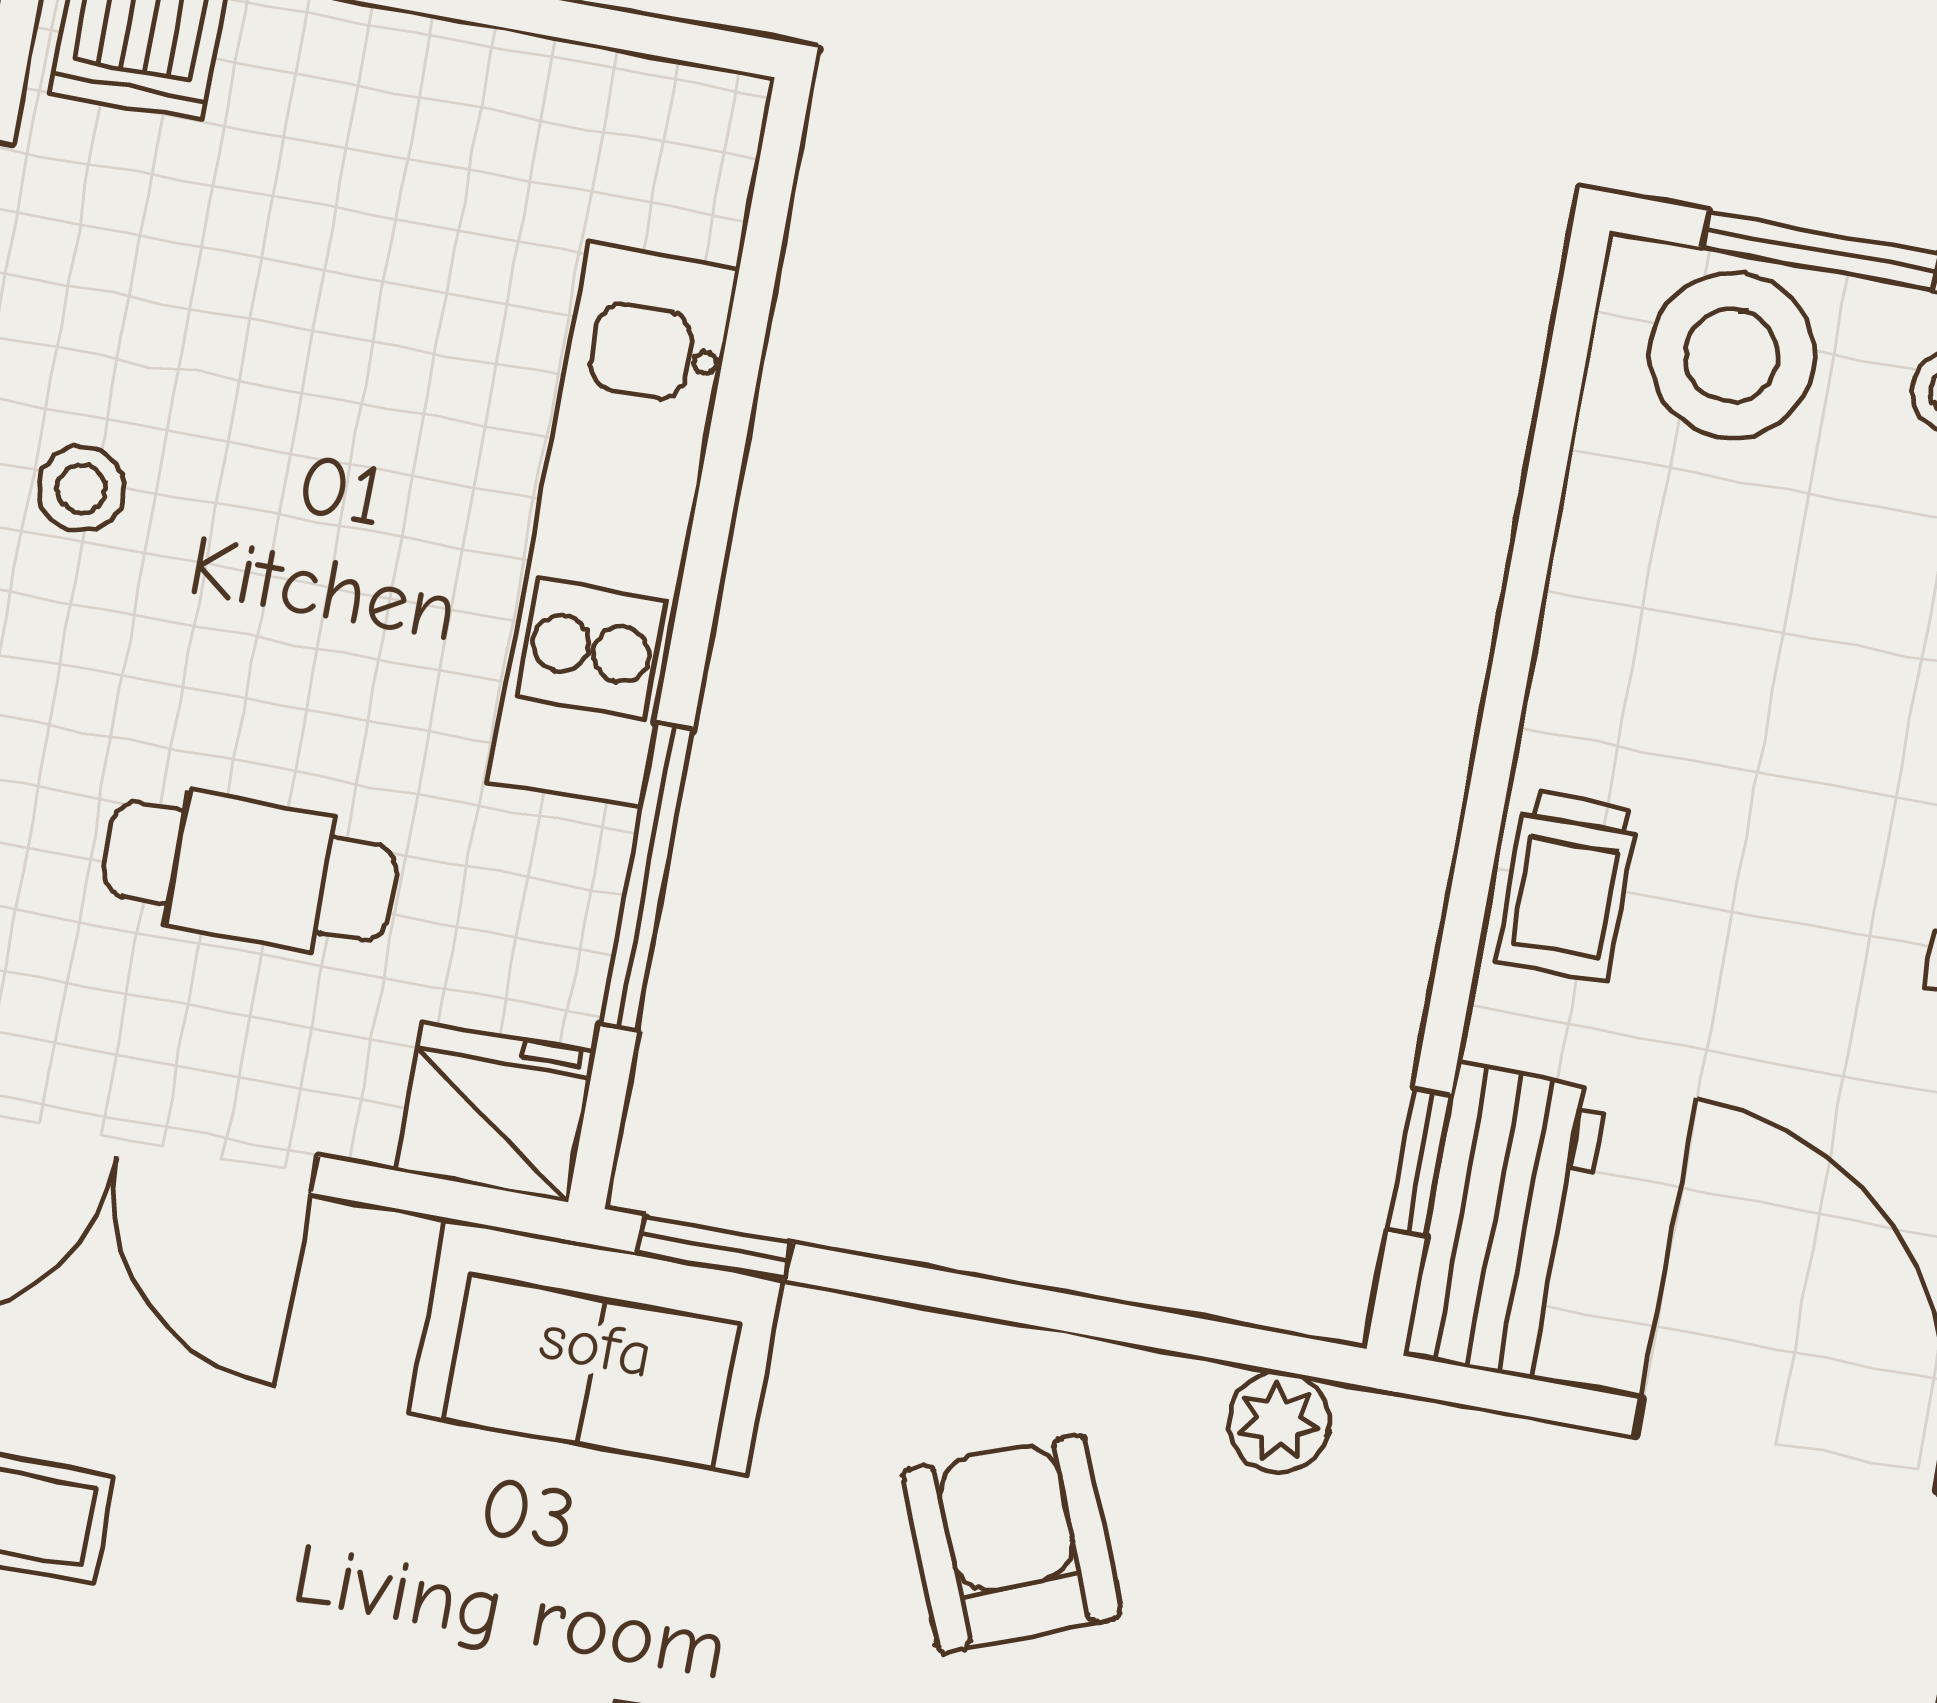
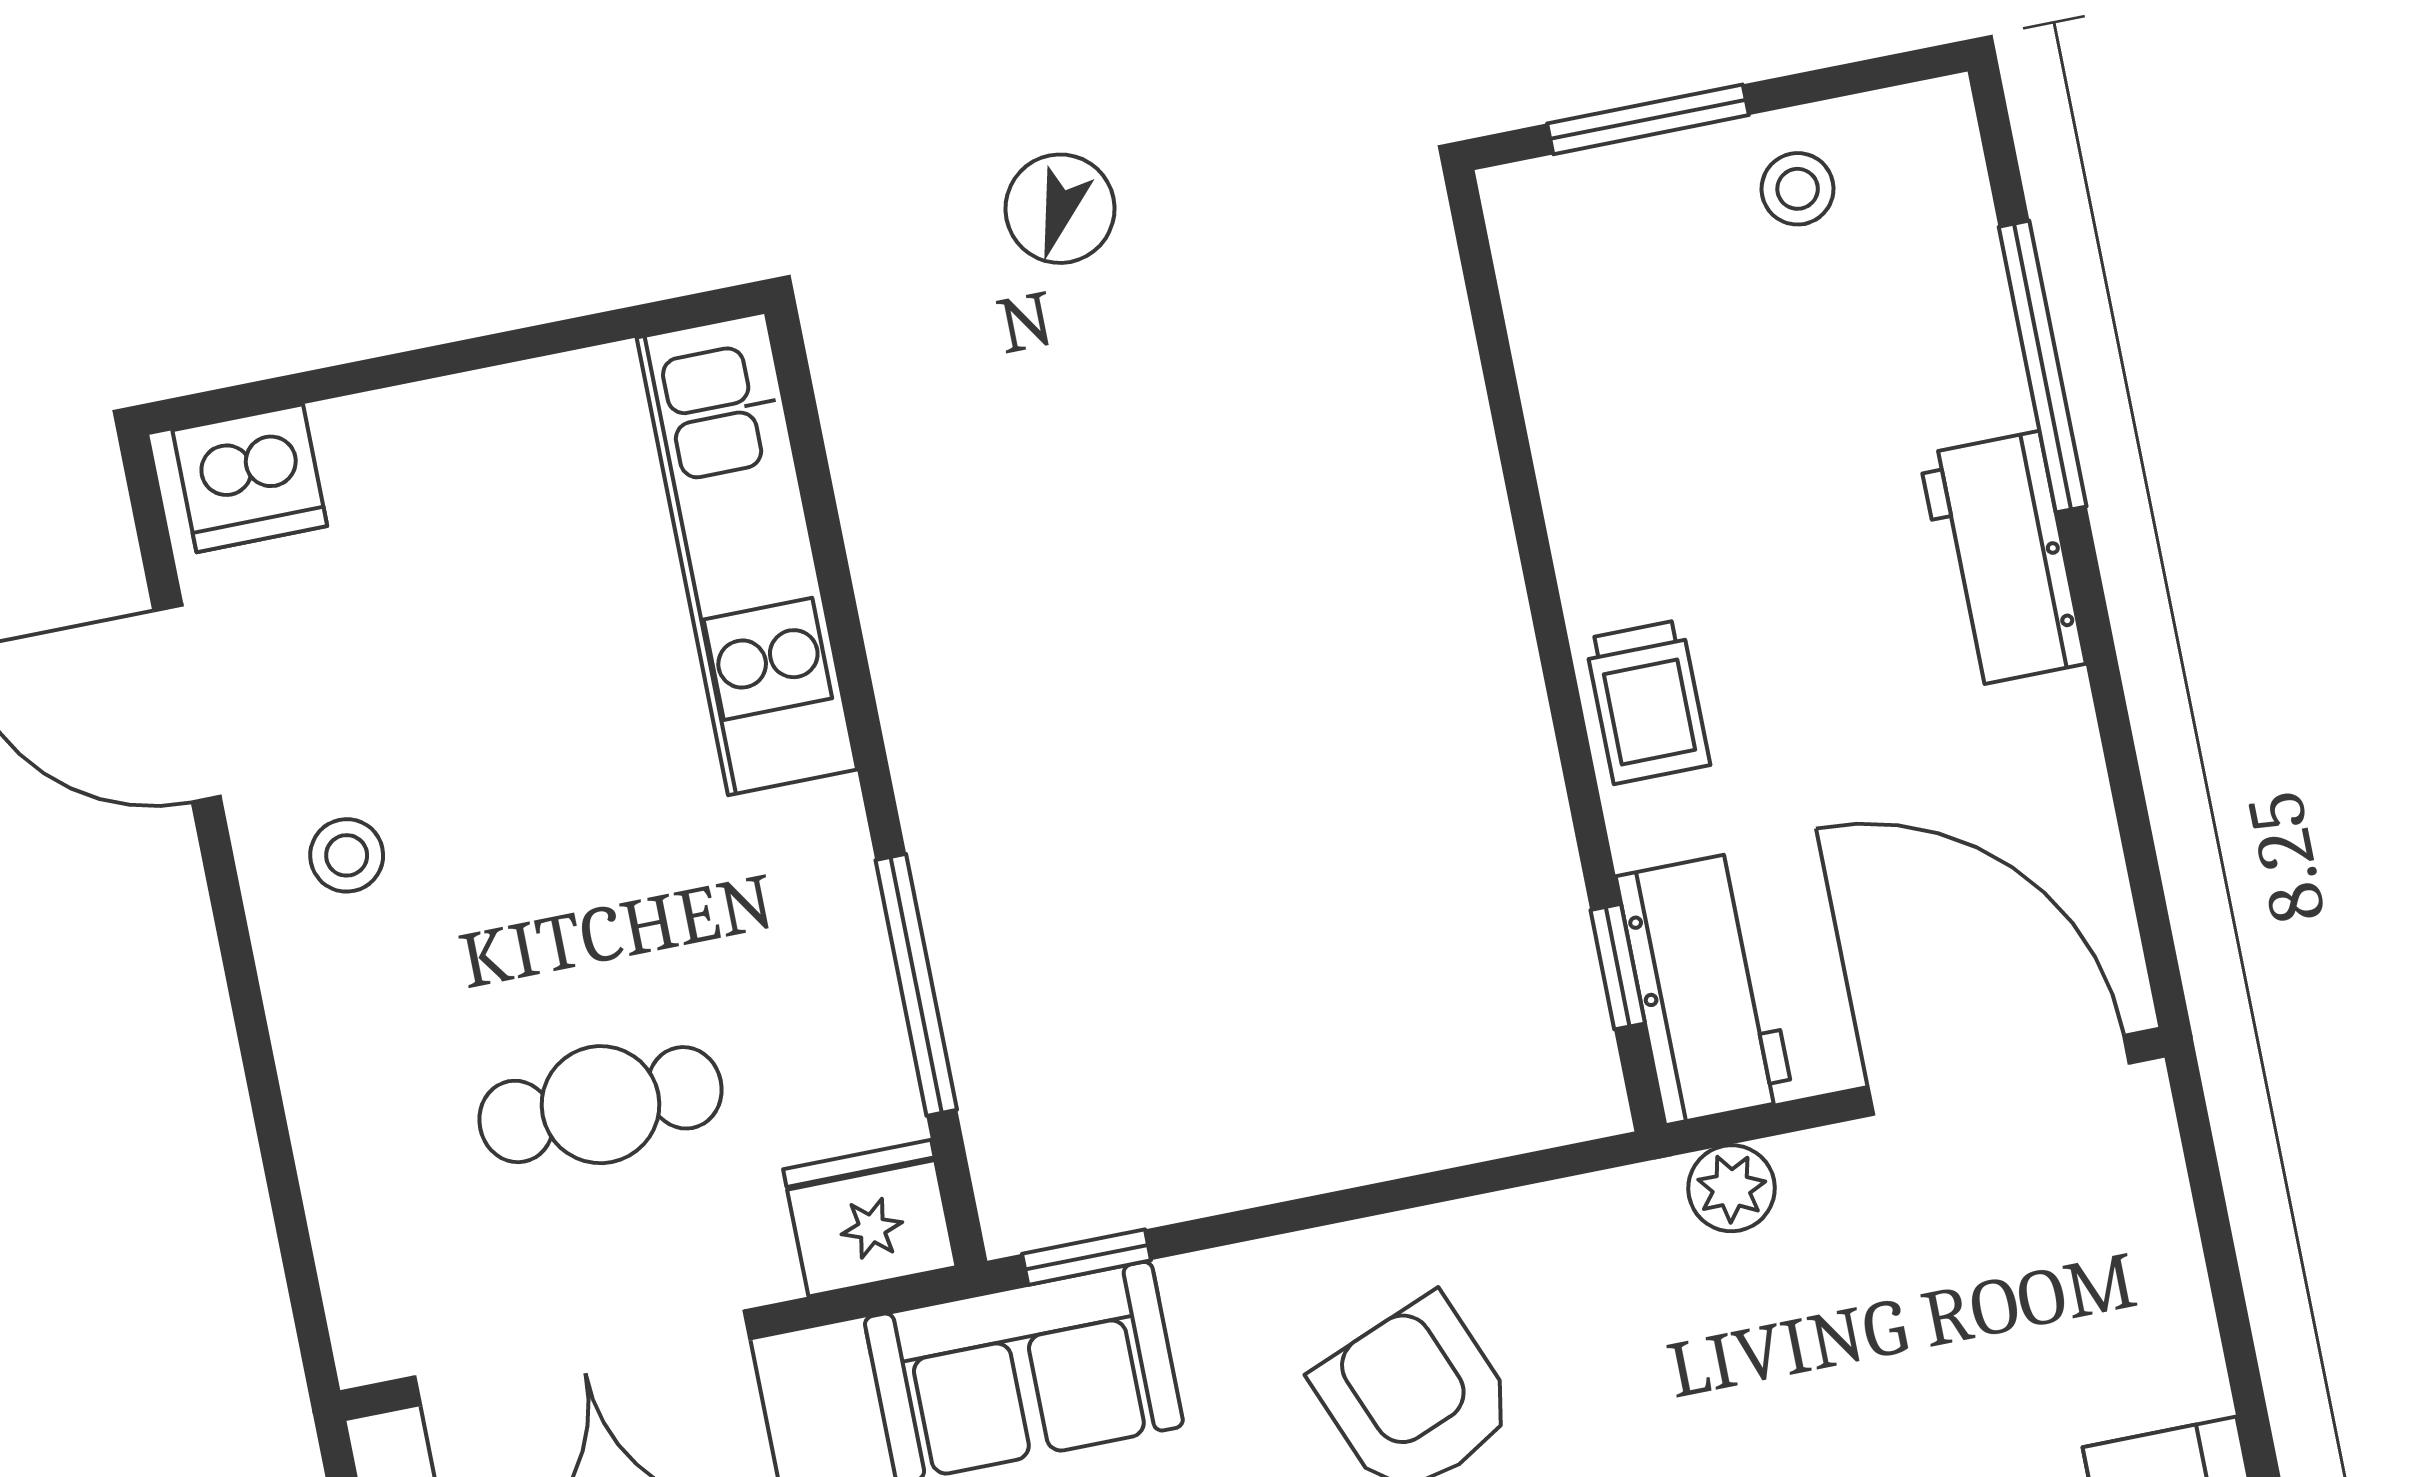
stool: (1732, 355) -> (1610, 230), removed
kitchen unit: (614, 525) -> (747, 554), moved
plant: (1279, 1422) -> (1732, 1188), moved

